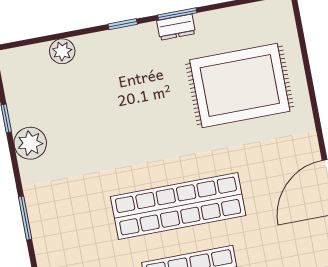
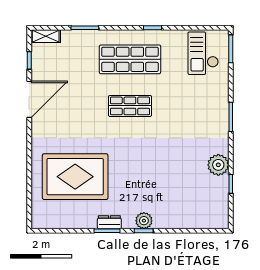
plant: (62, 51) -> (144, 221), moved
shop shelf: (178, 206) -> (130, 106), width x0.50, depth x0.74

